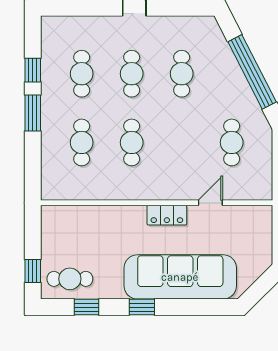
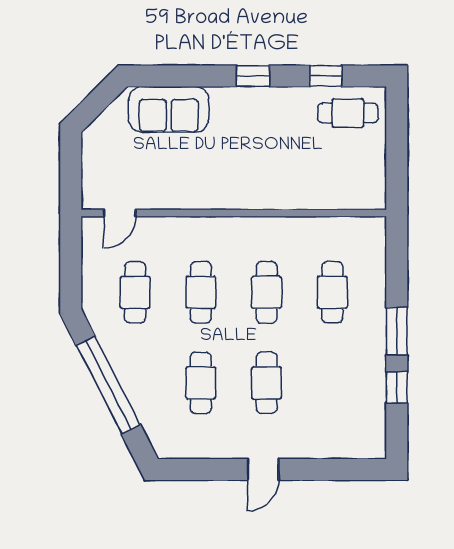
cafe table: (82, 74) -> (201, 292), moved
door: (210, 203) -> (120, 213), moved
locker: (167, 215) -> (220, 197), removed
window: (33, 271) -> (397, 123), removed
sofa: (180, 277) -> (169, 109), width x0.54, depth x0.79

